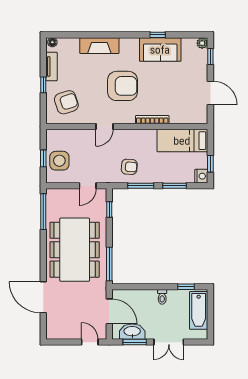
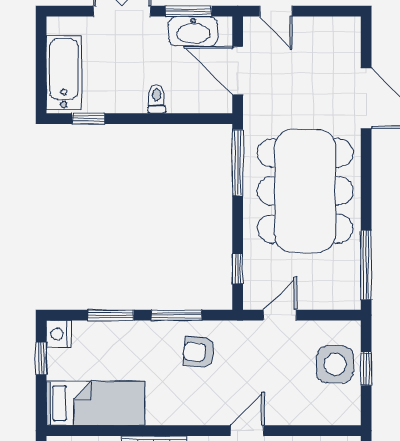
toilet: (162, 297) -> (157, 99), moved

